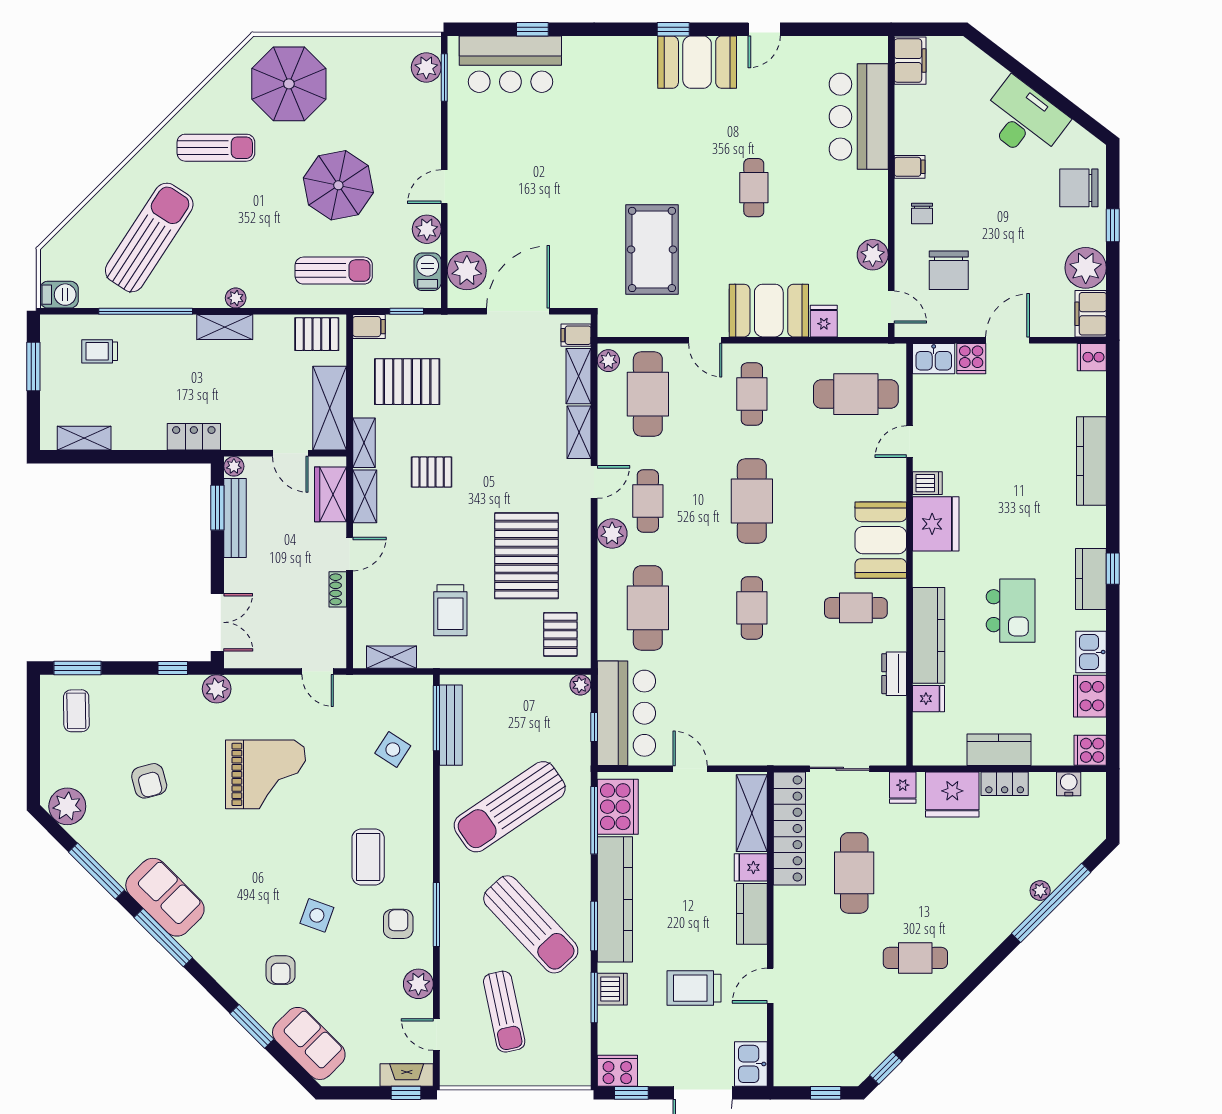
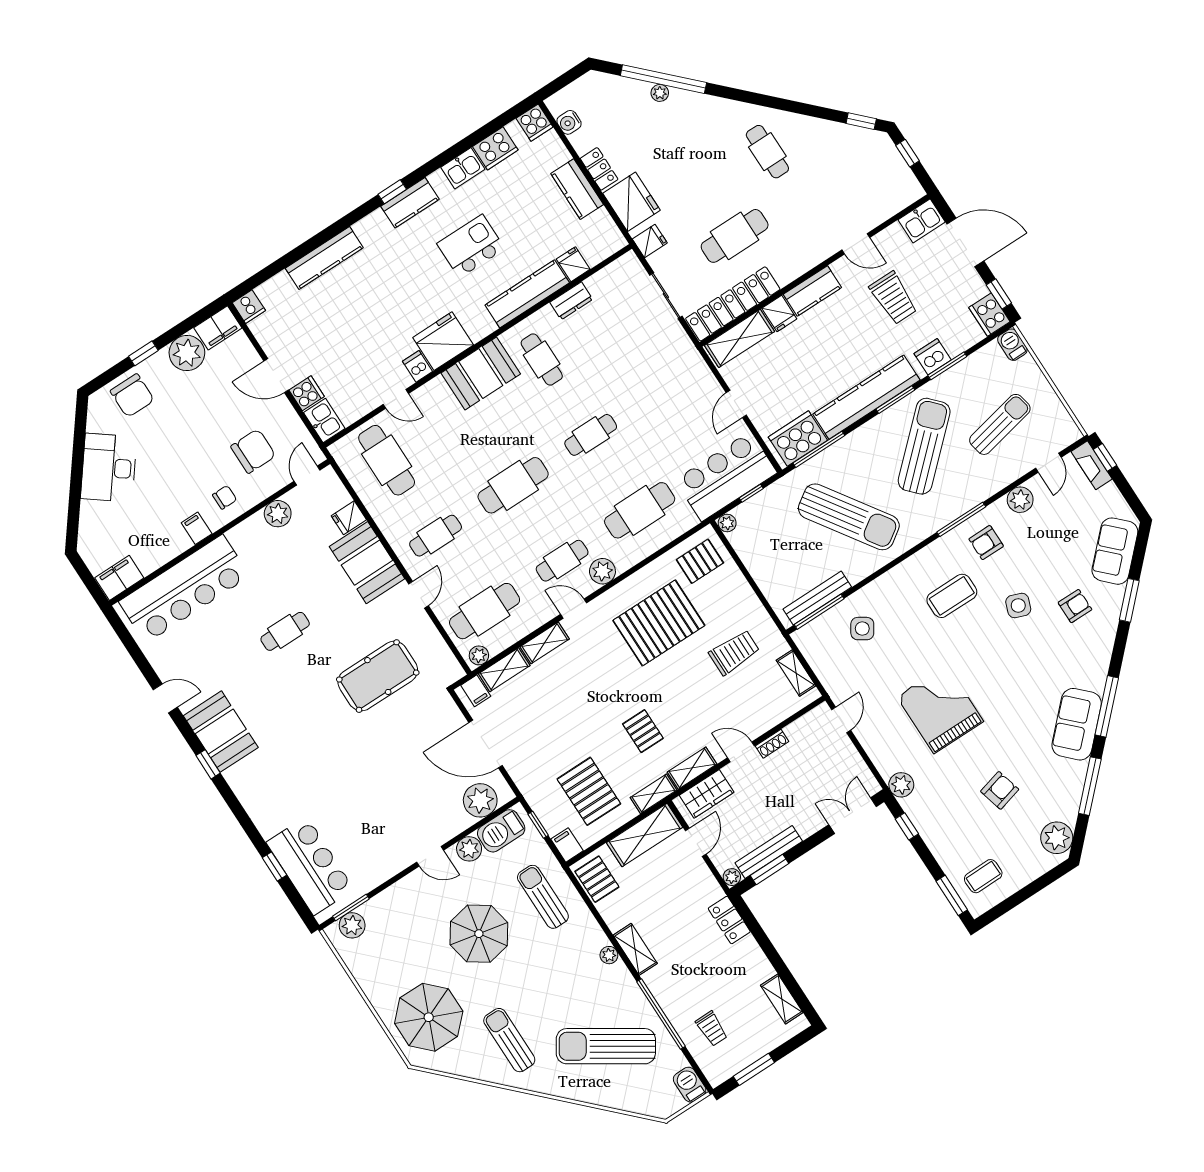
bar counter: (859, 117) -> (184, 589), width x1.36
barbecue: (428, 272) -> (501, 831), width x1.38, depth x1.27
barbecue: (574, 1074) -> (1012, 345), added

